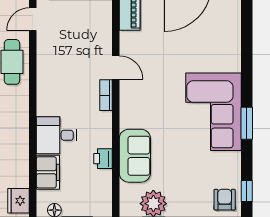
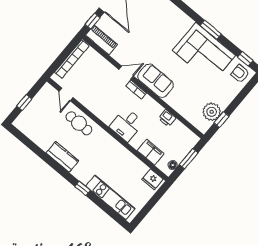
corner sofa: (214, 112) -> (204, 53), moved
desk: (56, 135) -> (127, 125), moved
sofa: (135, 156) -> (156, 81), moved

